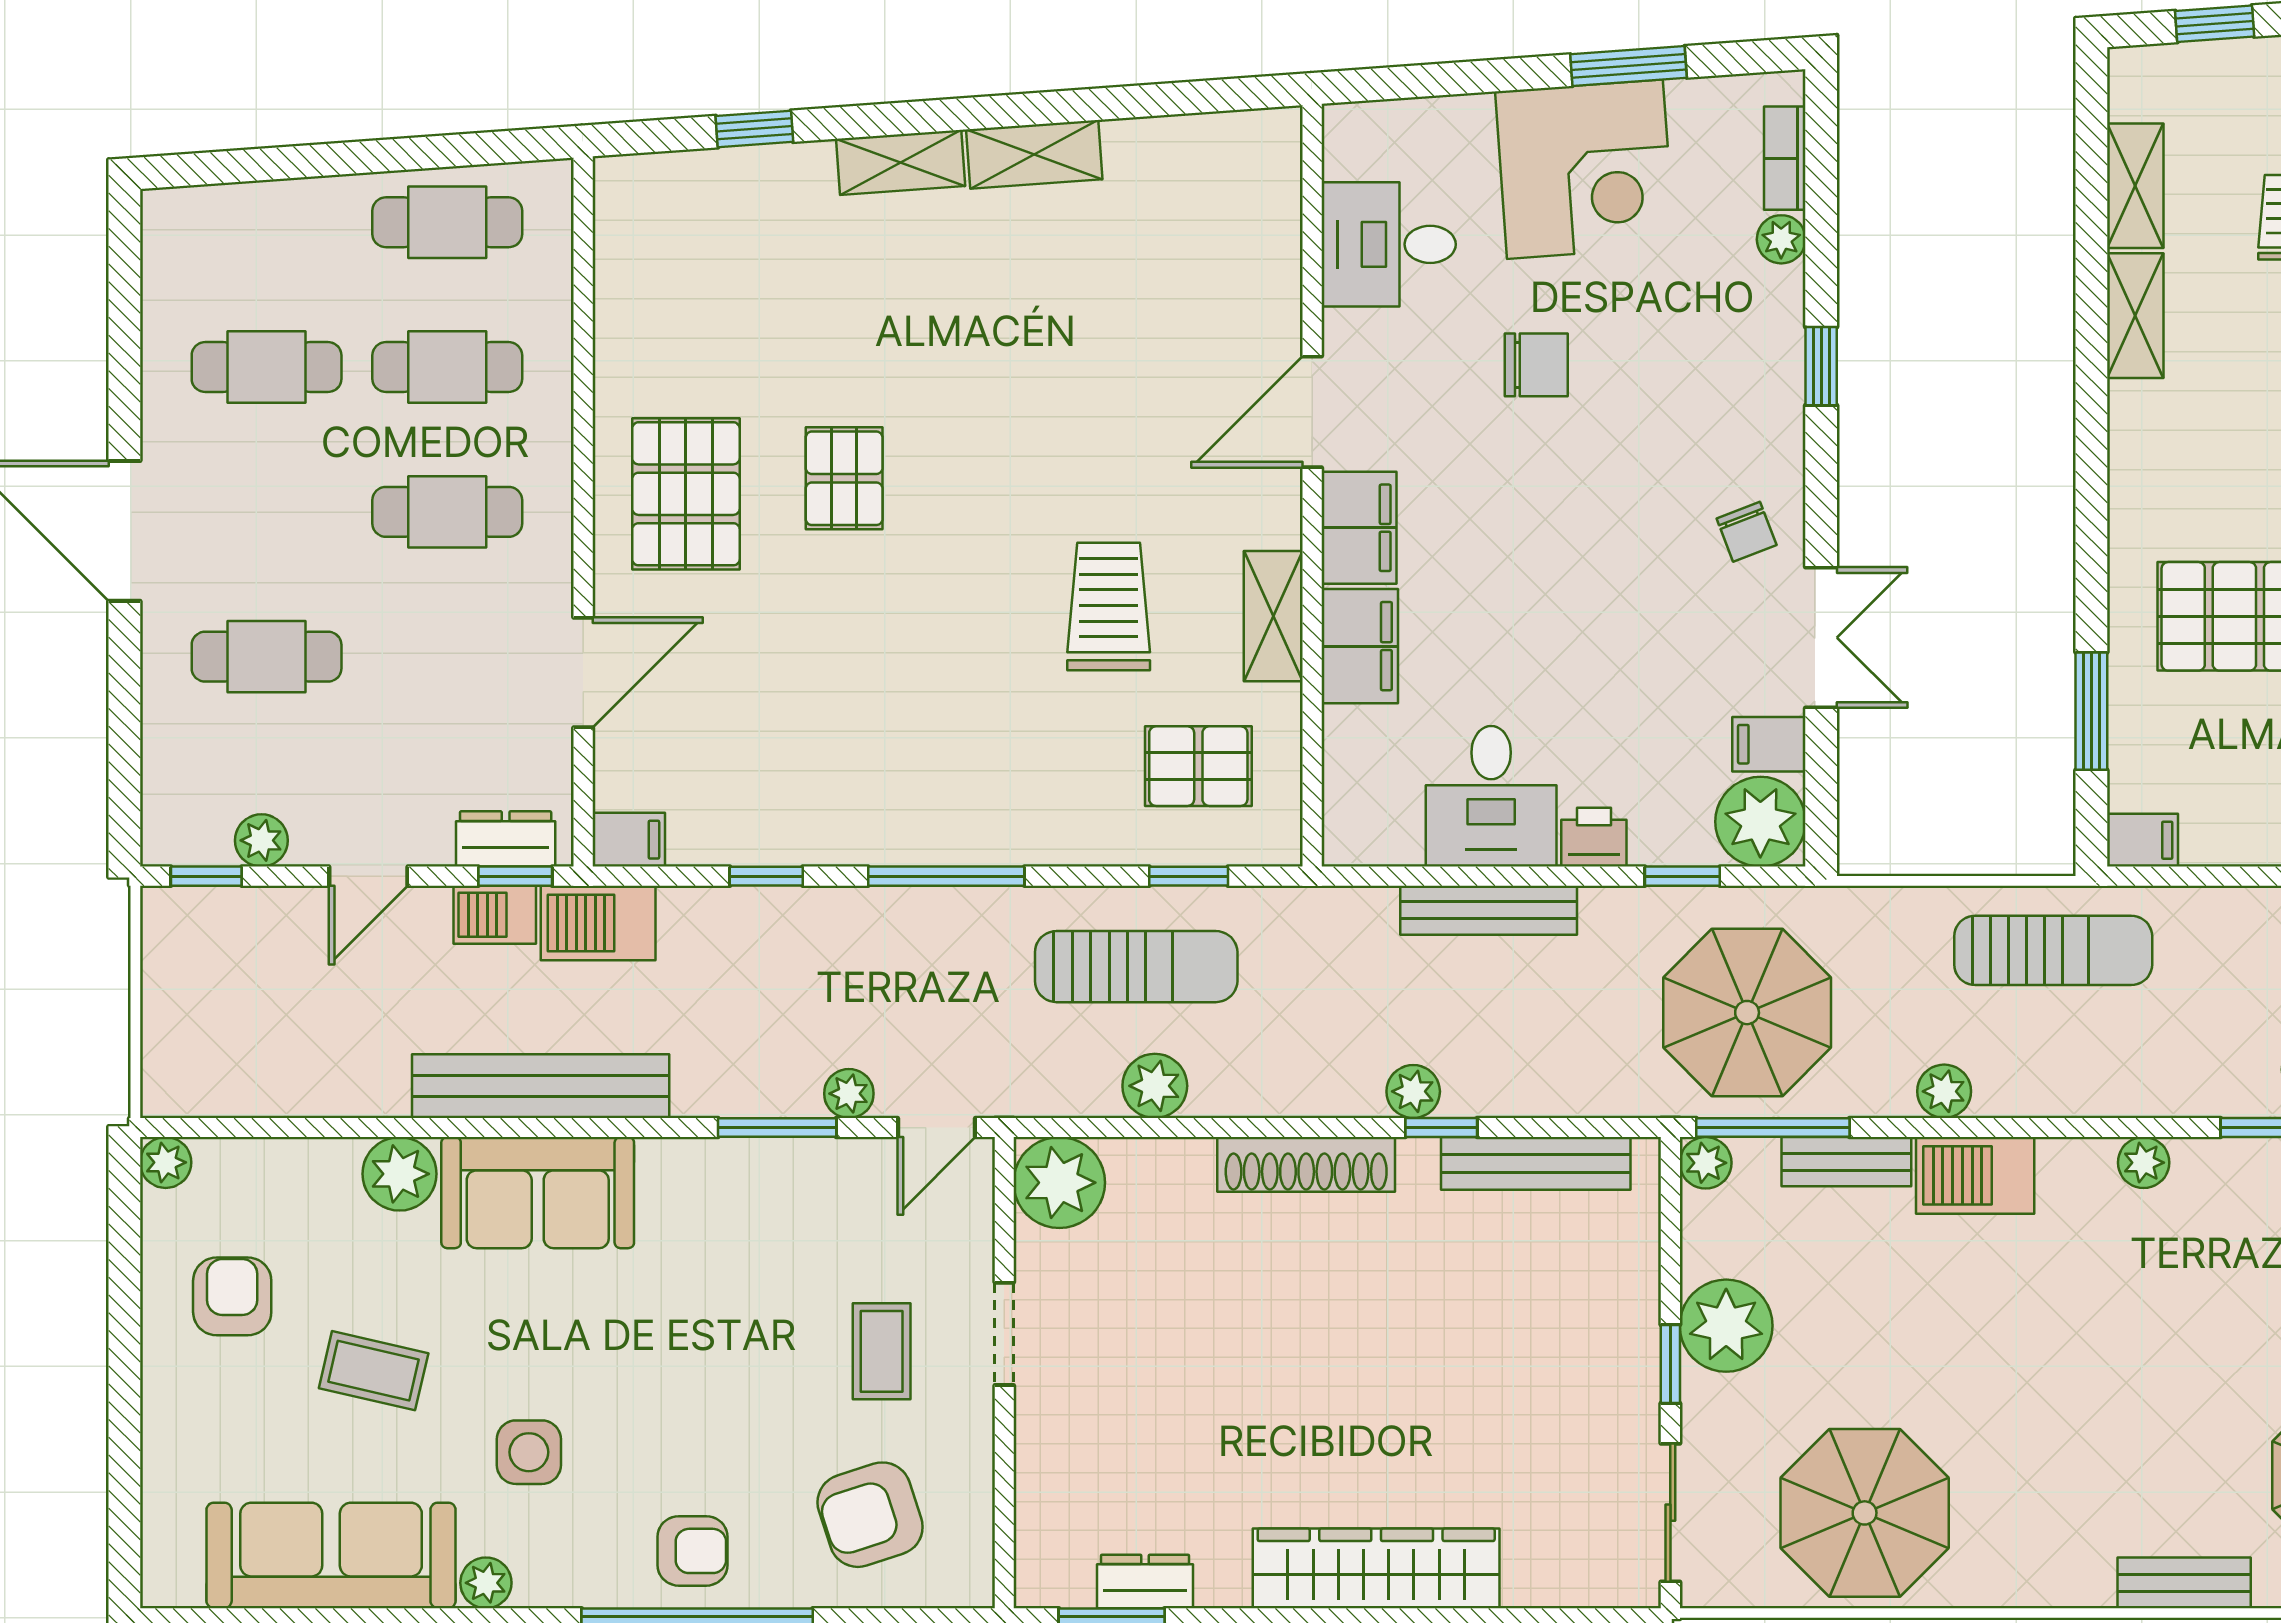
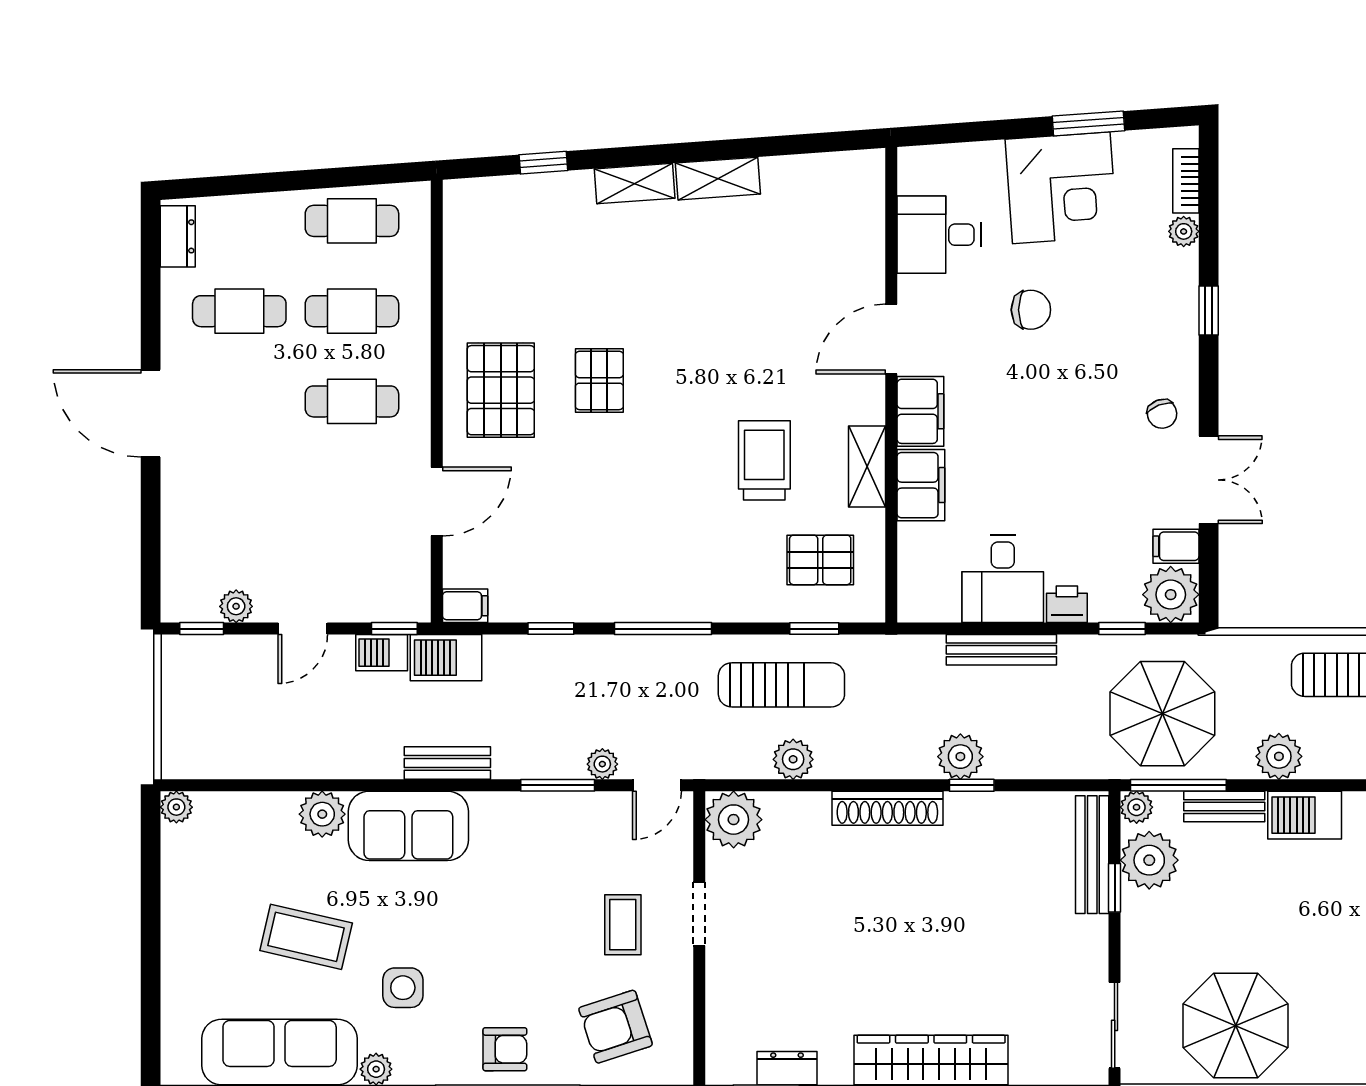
cafe table: (267, 657) -> (239, 492), removed
dresser: (506, 839) -> (178, 236), moved, turned 90
bench: (541, 1086) -> (447, 763), width x0.54, depth x0.82
plant: (1413, 1091) -> (960, 757), width x1.38, depth x1.38
plant: (1944, 1091) -> (1279, 756), width x1.38, depth x1.38
bench: (1536, 1163) -> (1092, 855), moved, turned 90
armchair: (232, 1296) -> (218, 891), removed
plant: (1726, 1326) -> (1149, 860), moved
window: (1670, 1364) -> (1115, 888), moved
coffee table: (374, 1371) -> (306, 937), width x1.36, depth x1.30

